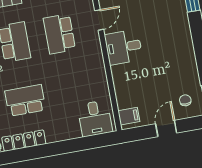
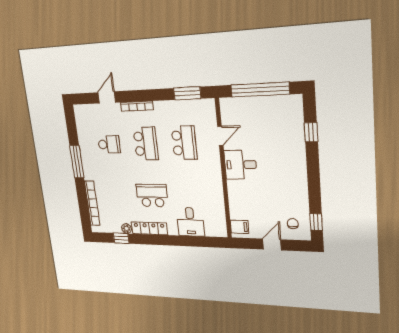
school desk: (59, 34) -> (184, 143), turned 180
desk: (95, 118) -> (190, 222), moved

